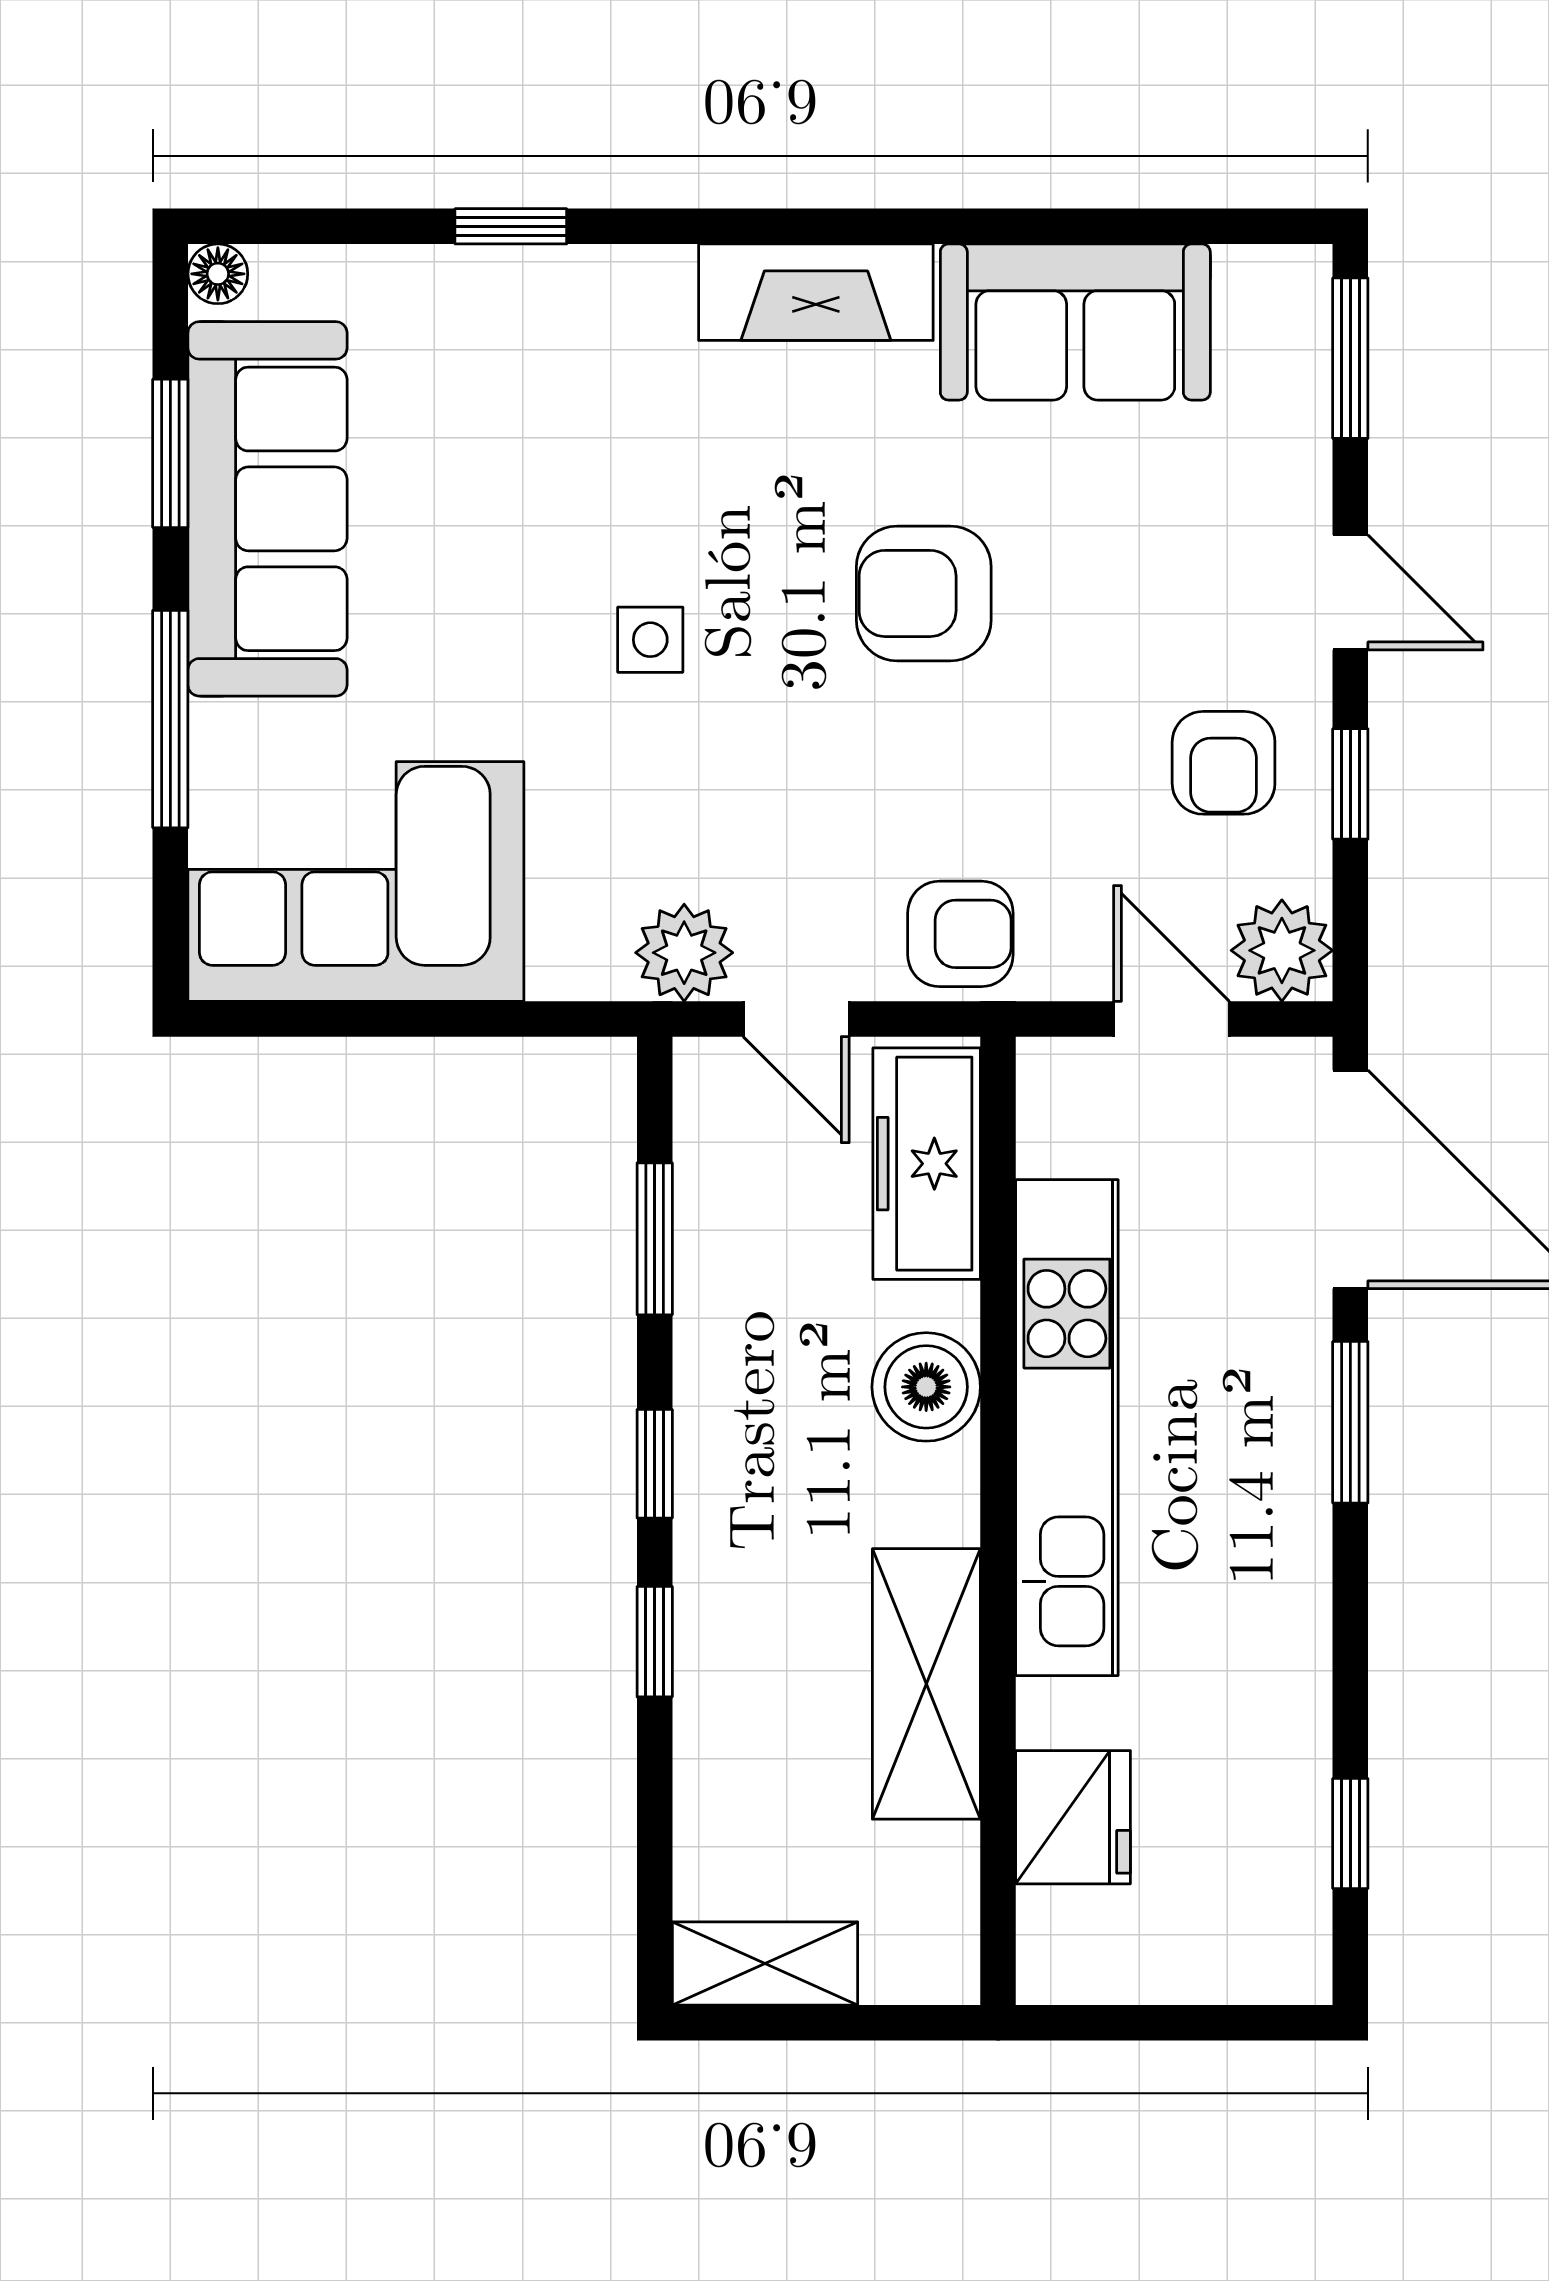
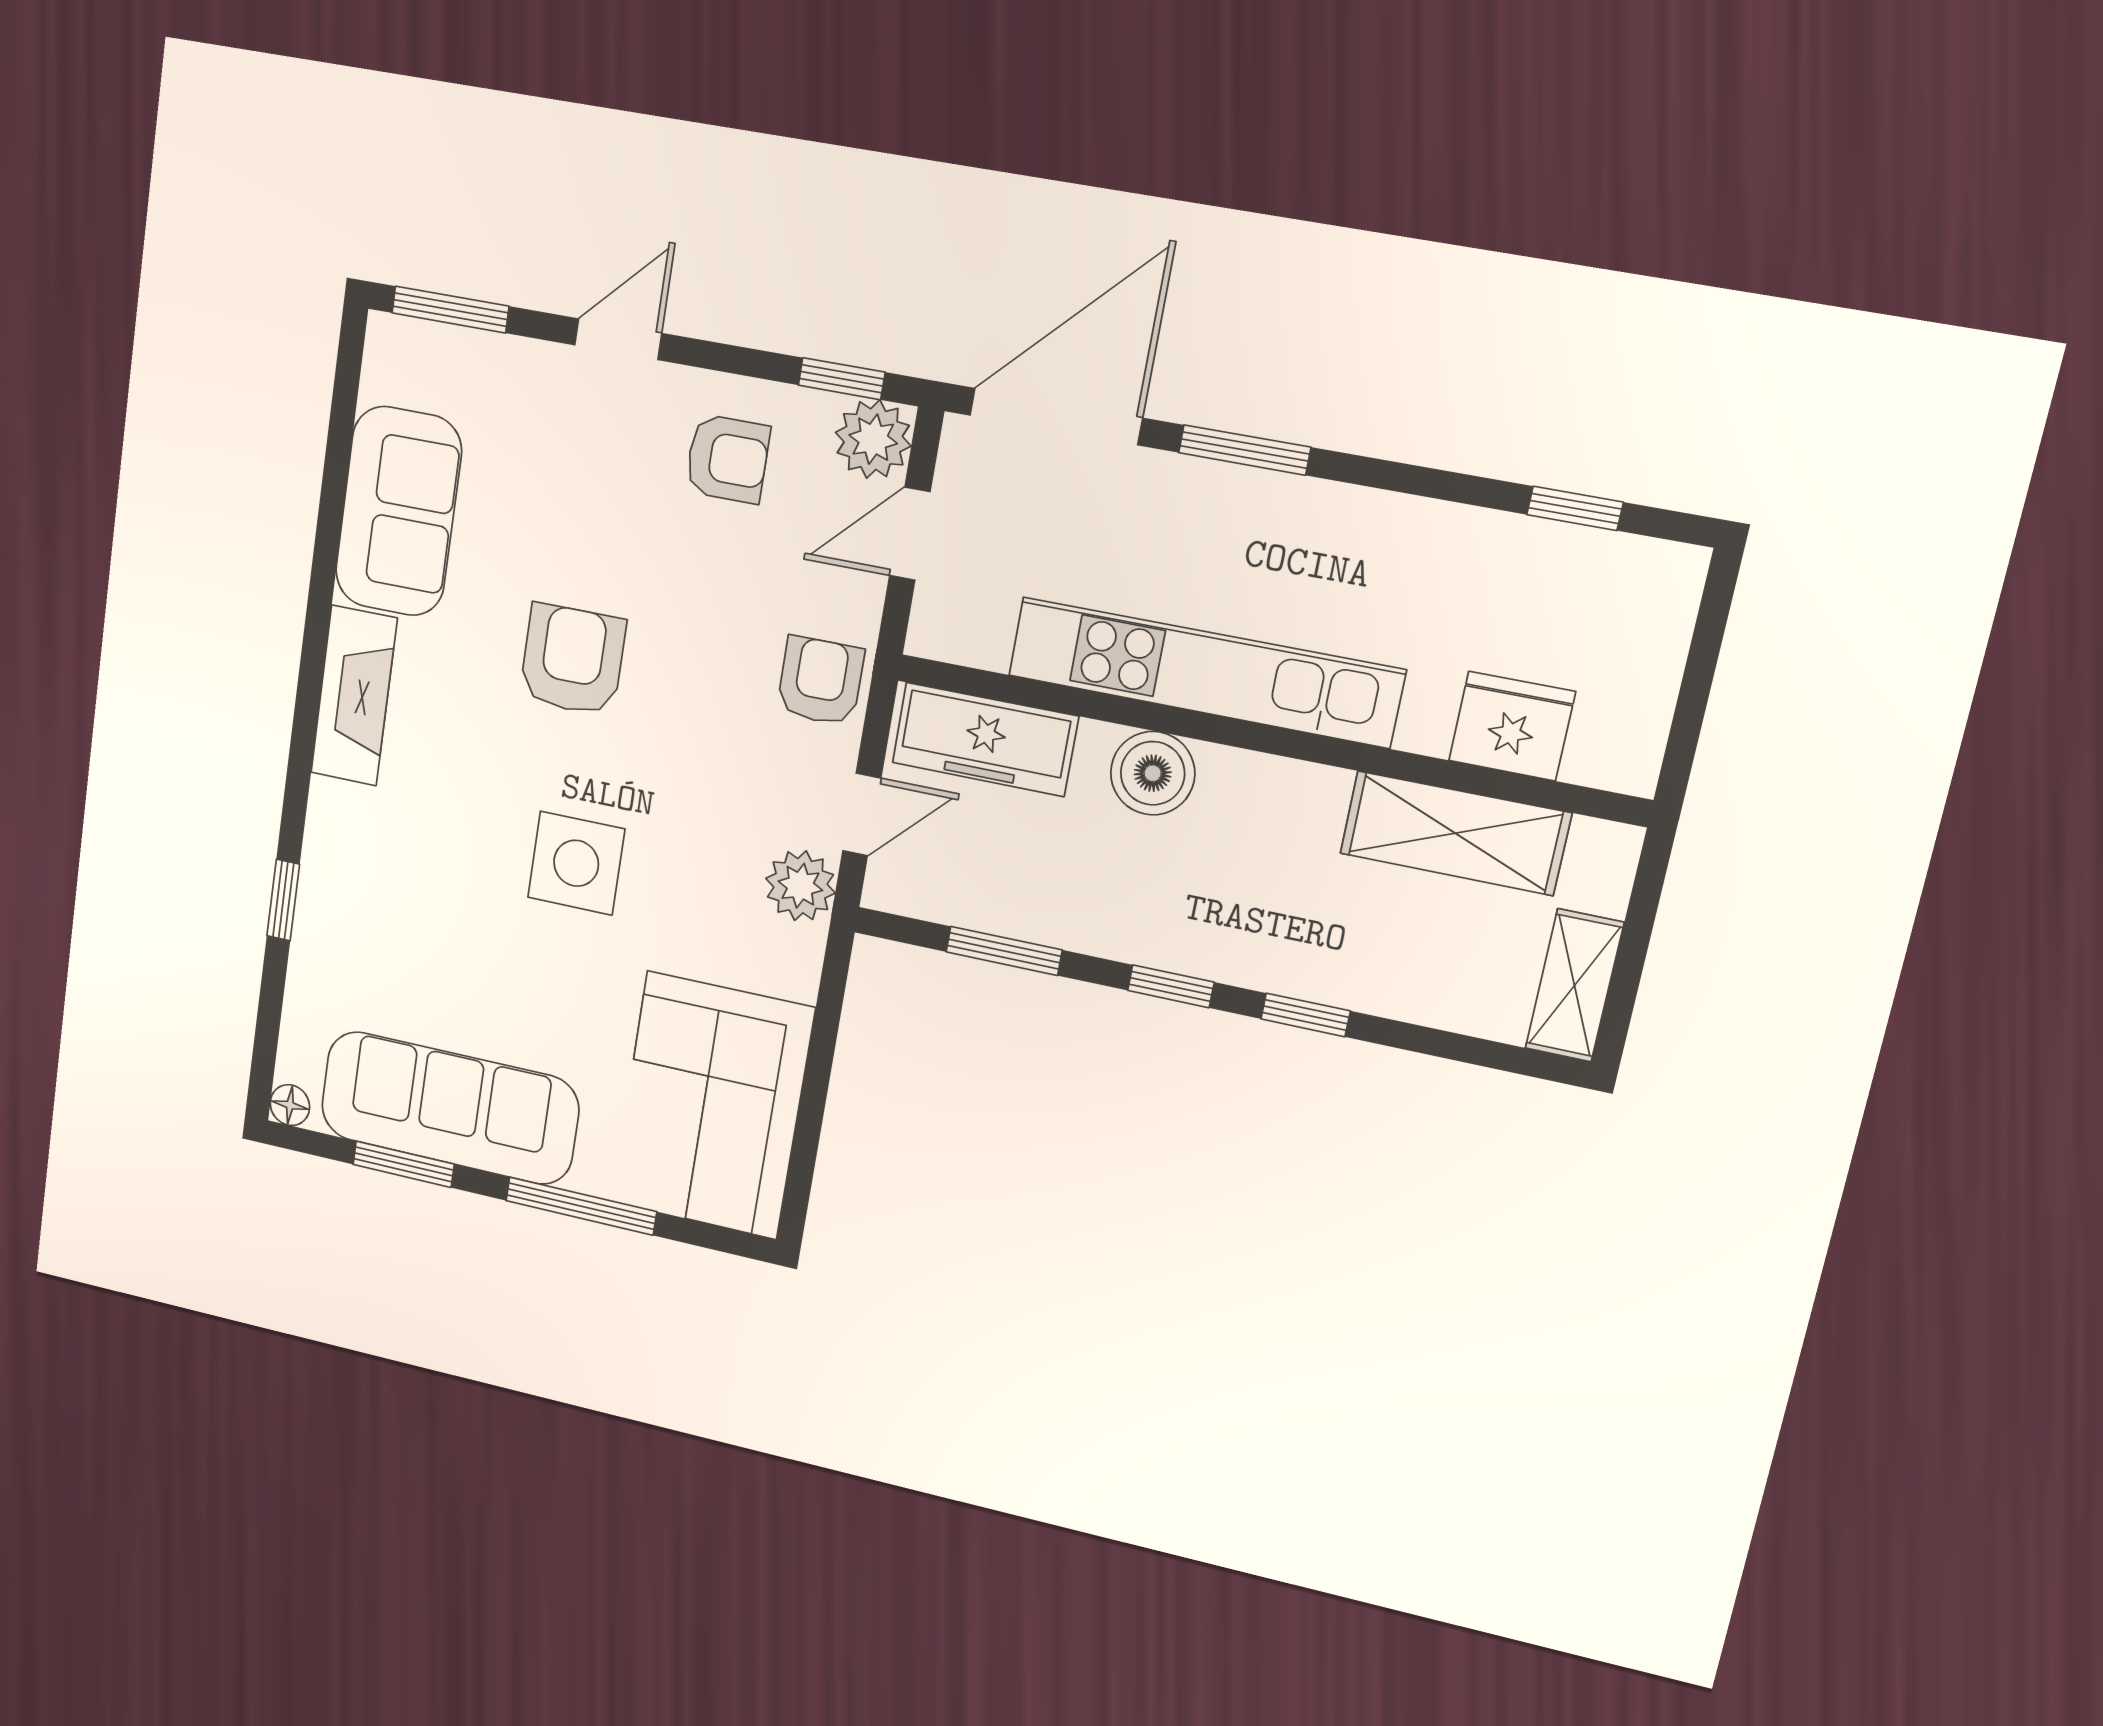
armchair: (924, 593) -> (573, 660), turned 180
side table: (650, 640) -> (576, 863), width x1.87, depth x1.87
window: (1350, 784) -> (842, 379), moved
shelving: (926, 1684) -> (1455, 833), moved

